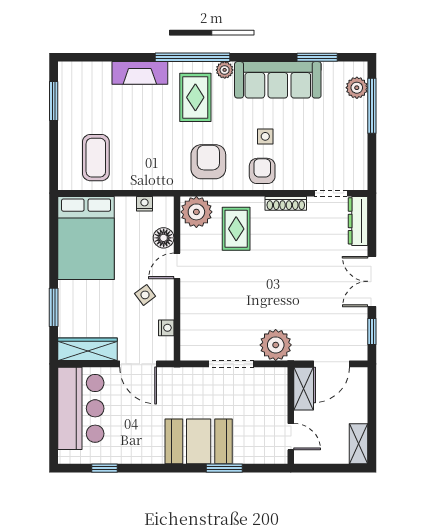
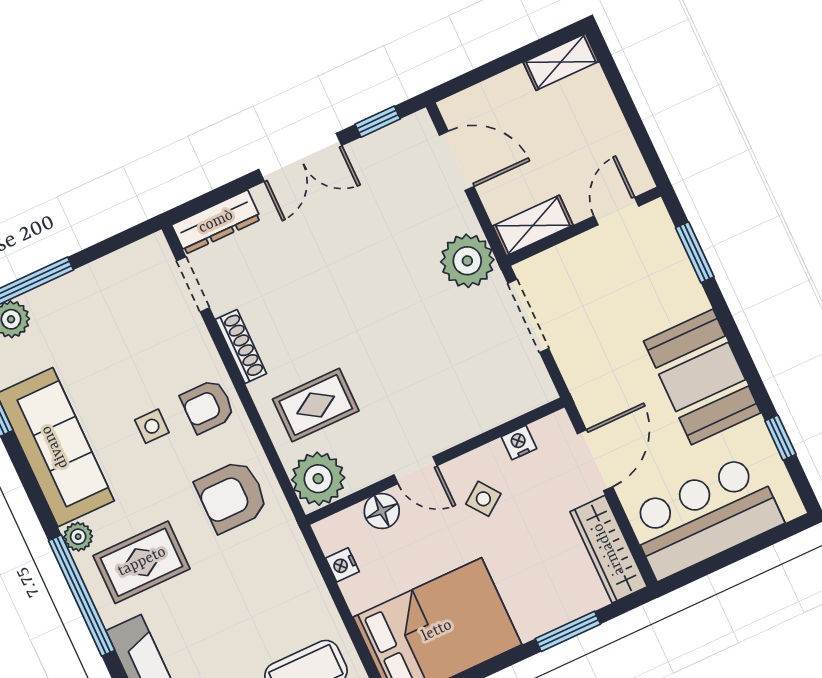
shelving: (304, 389) -> (533, 226), moved
wall: (291, 415) -> (584, 226), moved
door: (291, 437) -> (616, 211), moved
booth: (199, 441) -> (702, 377), moved

